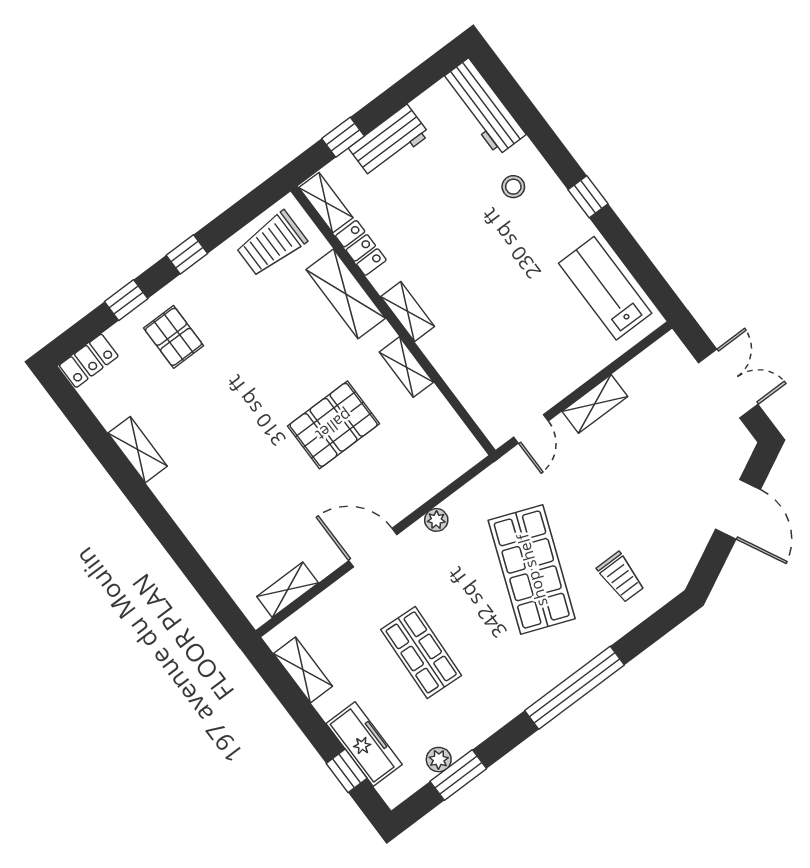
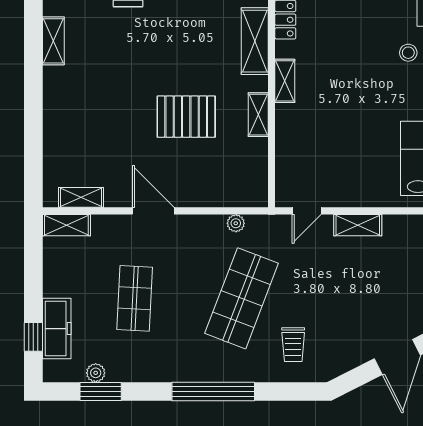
plant: (436, 520) -> (236, 223), moved
shelving: (303, 670) -> (66, 225), moved, turned 90

